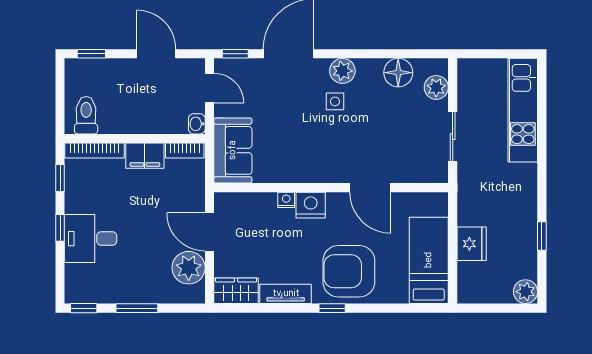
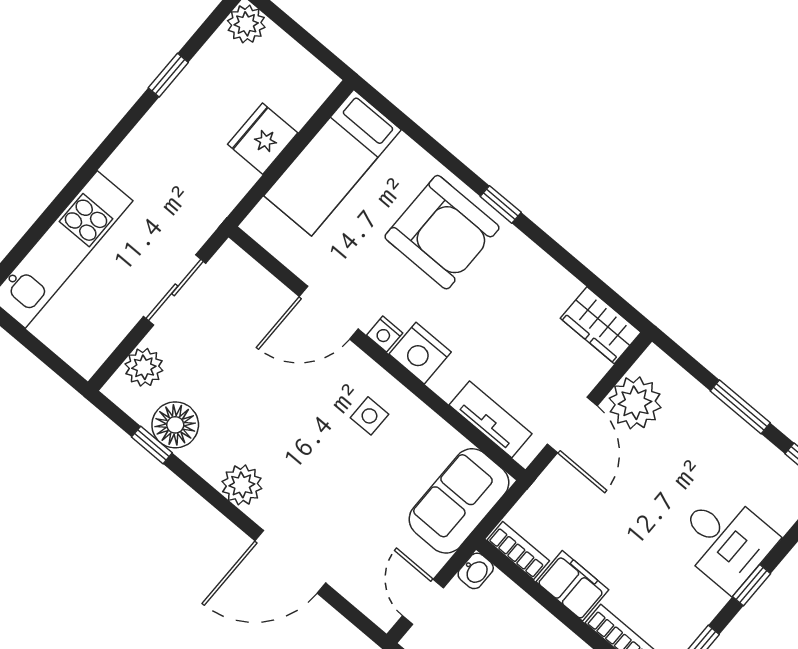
window: (235, 54) -> (152, 445), moved
side table: (335, 101) -> (369, 416), moved
door: (370, 188) -> (329, 313), swing flipped
nightstand: (286, 200) -> (385, 334), moved
tv unit: (286, 294) -> (491, 419), moved, turned 180

